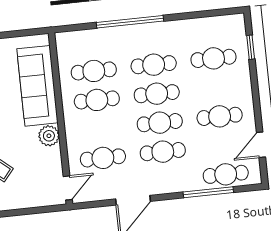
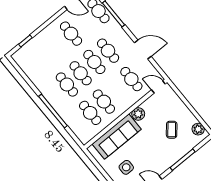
cafe table: (213, 58) -> (44, 56), removed

